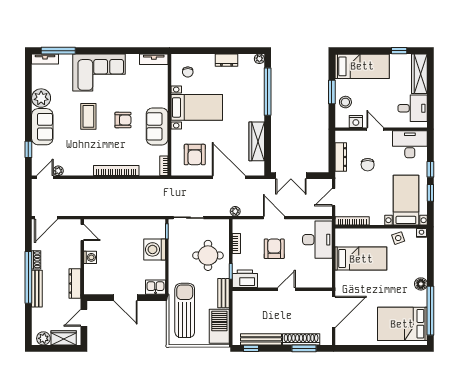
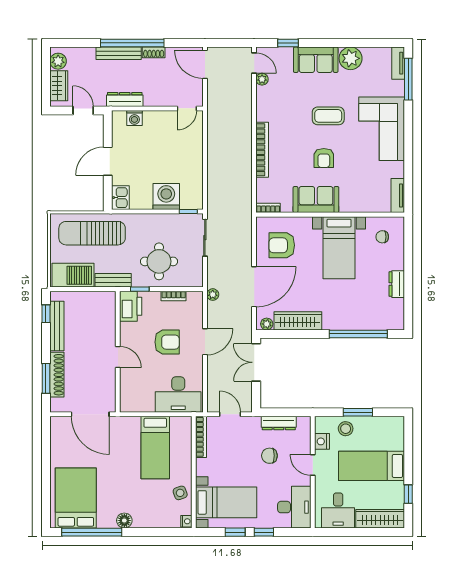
plant: (259, 59) -> (267, 324), moved
bed: (362, 66) -> (371, 466), moved, turned 90
door: (375, 129) -> (313, 465), swing flipped
washing machine: (90, 257) -> (134, 118), moved
sun lounger: (185, 310) -> (92, 233), turned 180

